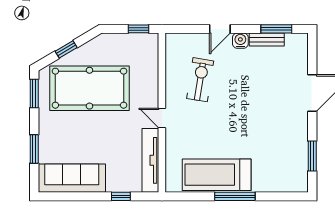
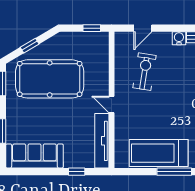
door: (220, 29) -> (143, 28), moved

